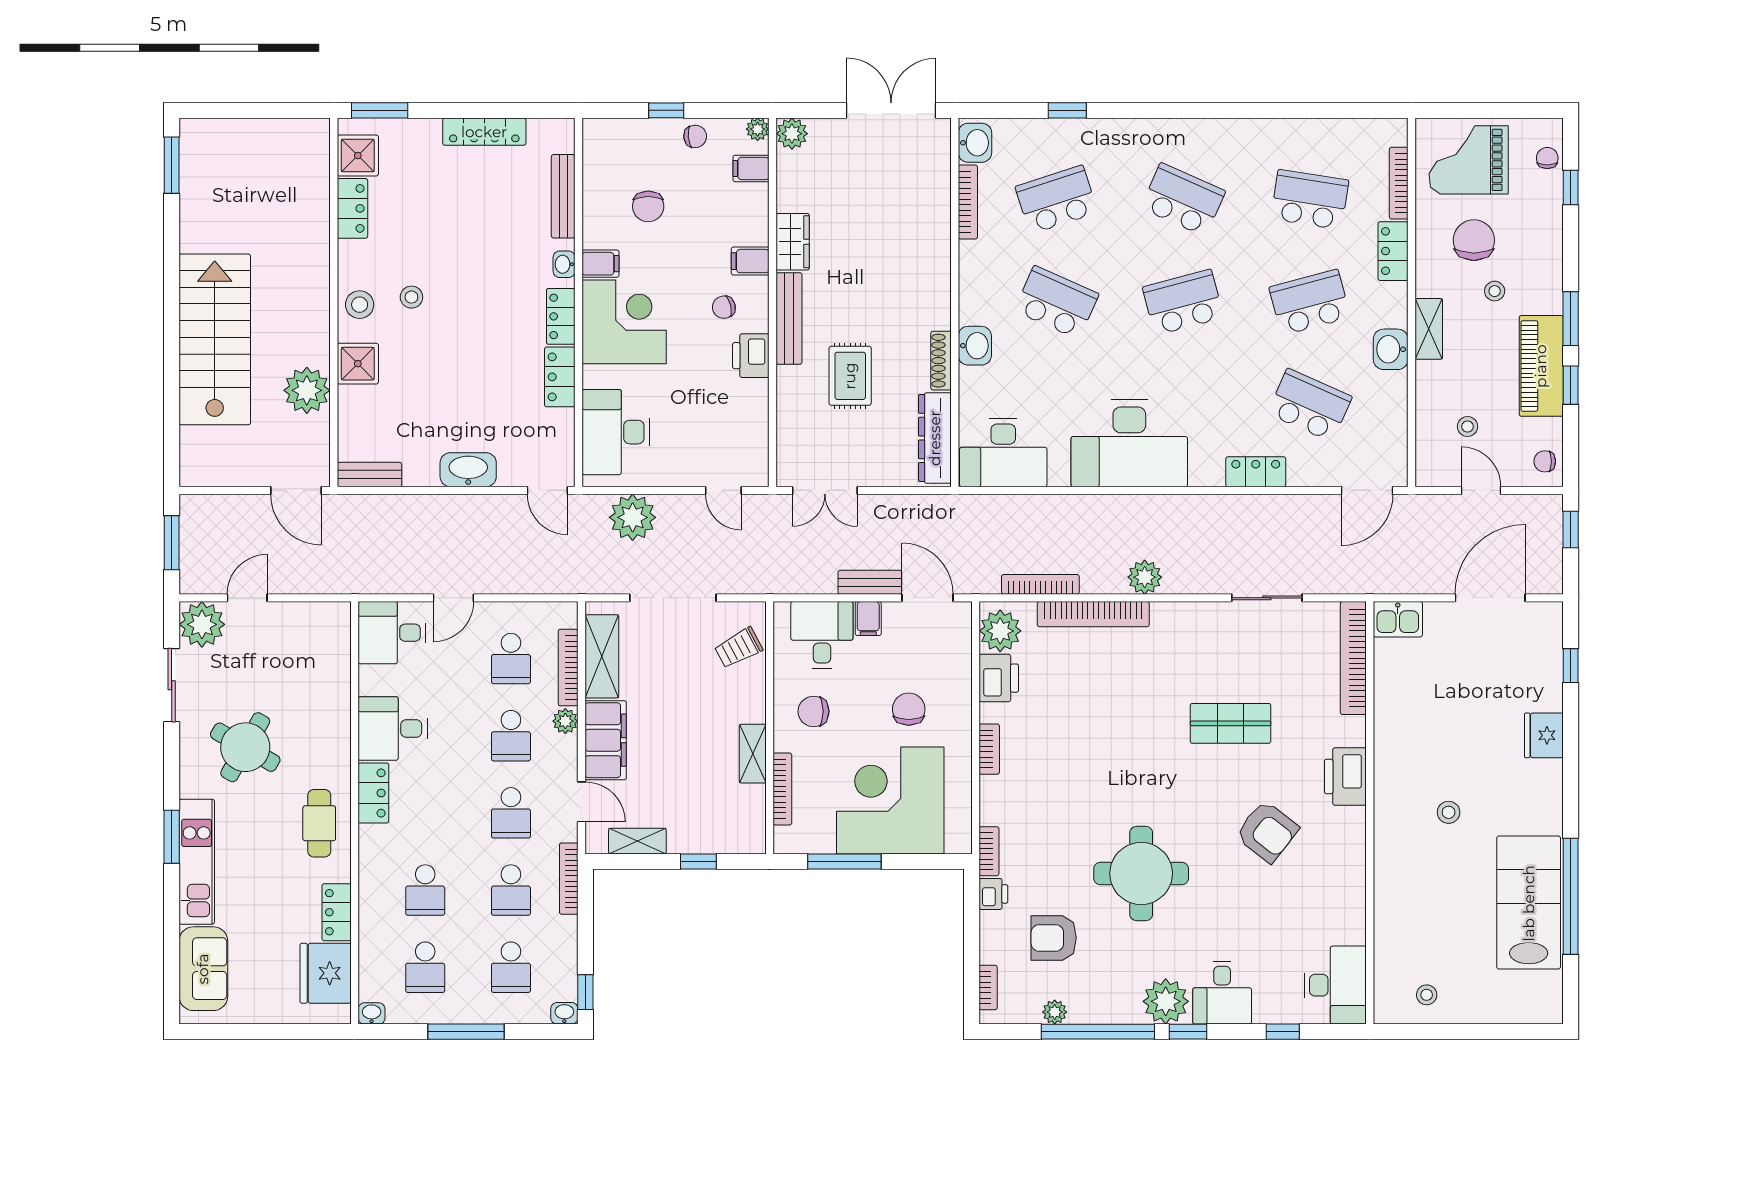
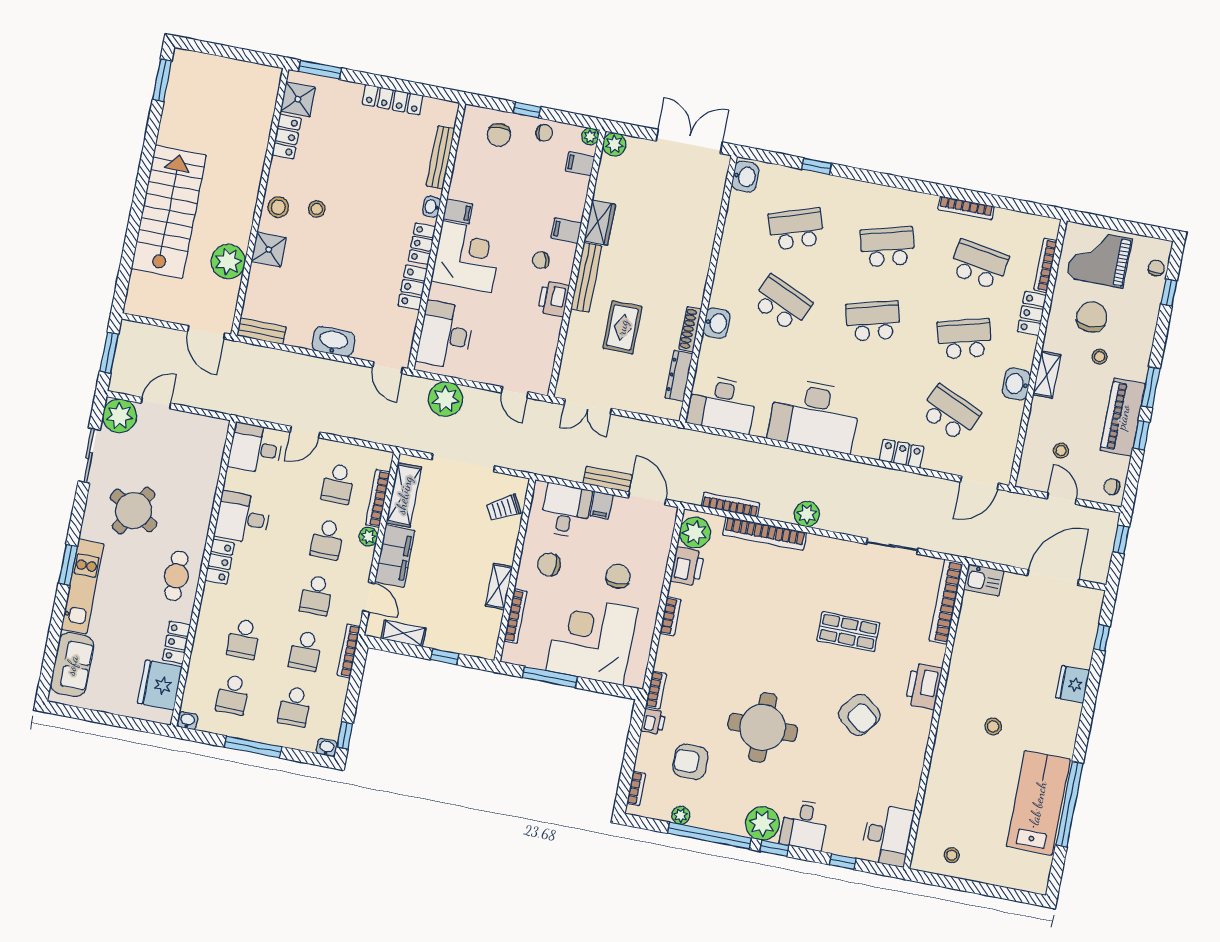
school desk: (1183, 200) -> (887, 247), turned -39
bookcase: (968, 202) -> (966, 208), moved, turned 90
chair: (648, 206) -> (499, 135), moved
dresser: (935, 438) -> (679, 376), width x0.73, depth x0.80

